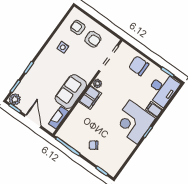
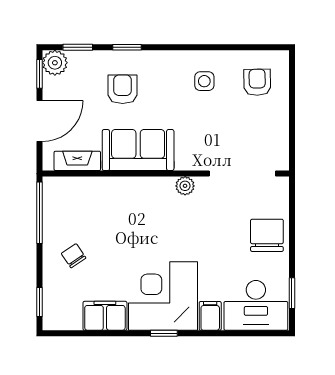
armchair: (93, 39) -> (123, 89), moved, turned 180
filing cabinet: (90, 98) -> (105, 316), moved, turned 180

